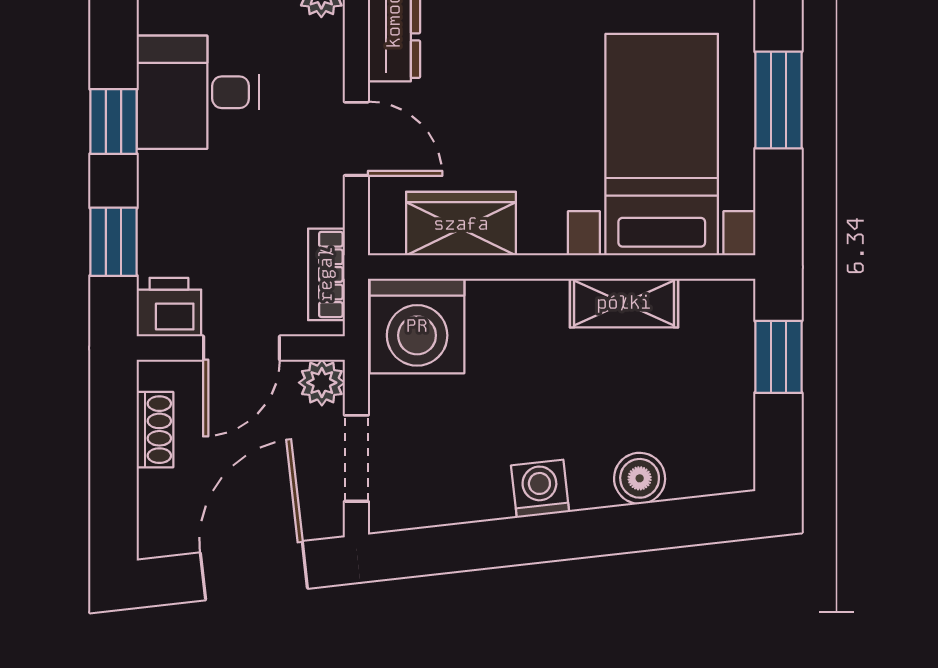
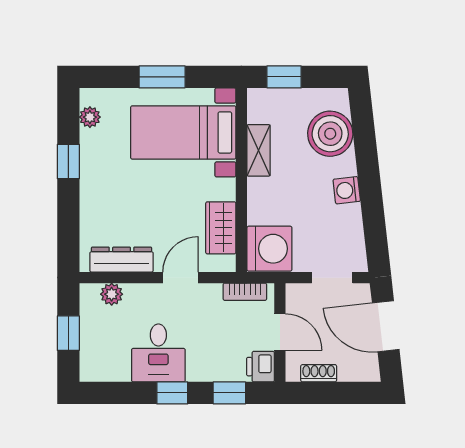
plant: (322, 383) -> (296, 294), removed
boiler: (640, 478) -> (330, 134), width x1.86, depth x1.86

